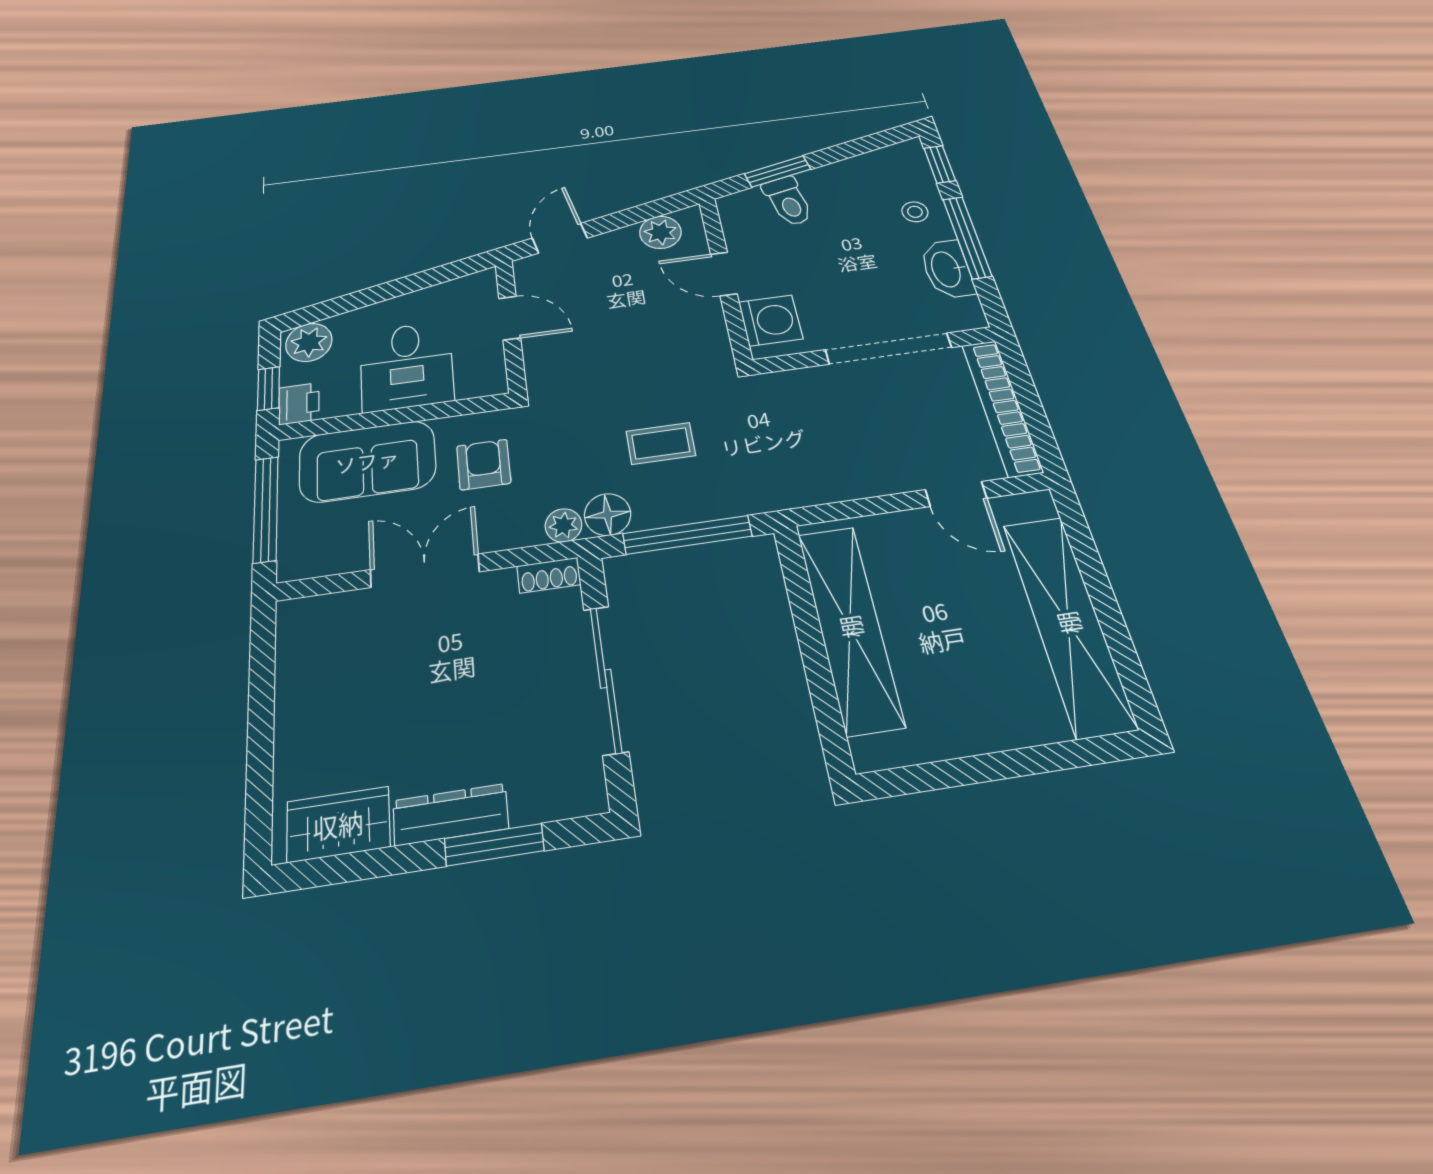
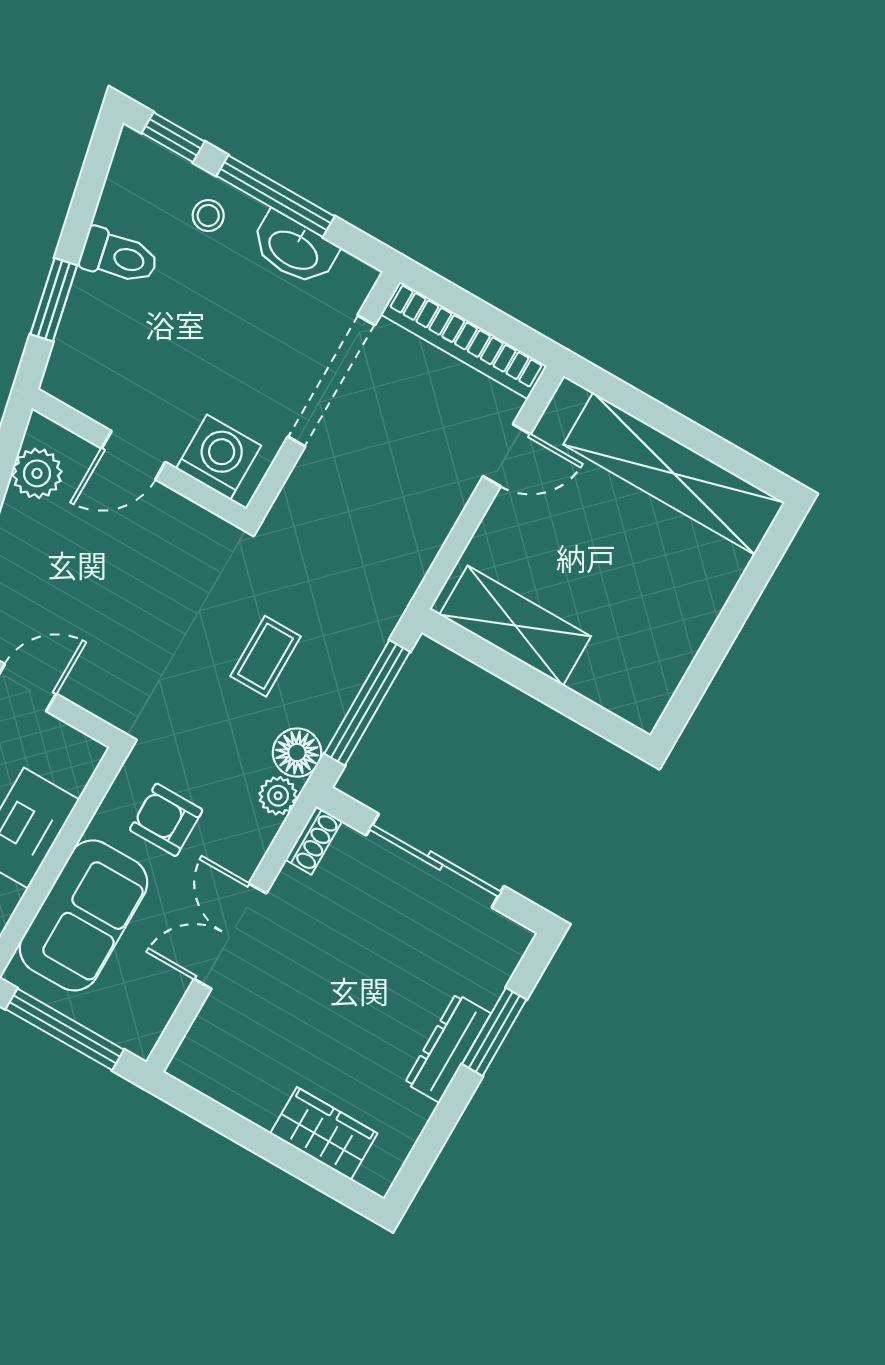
toilet: (788, 201) -> (119, 256), moved
shelving: (850, 627) -> (515, 626), width x0.68
wardrobe: (338, 824) -> (324, 1133), moved, turned 90

